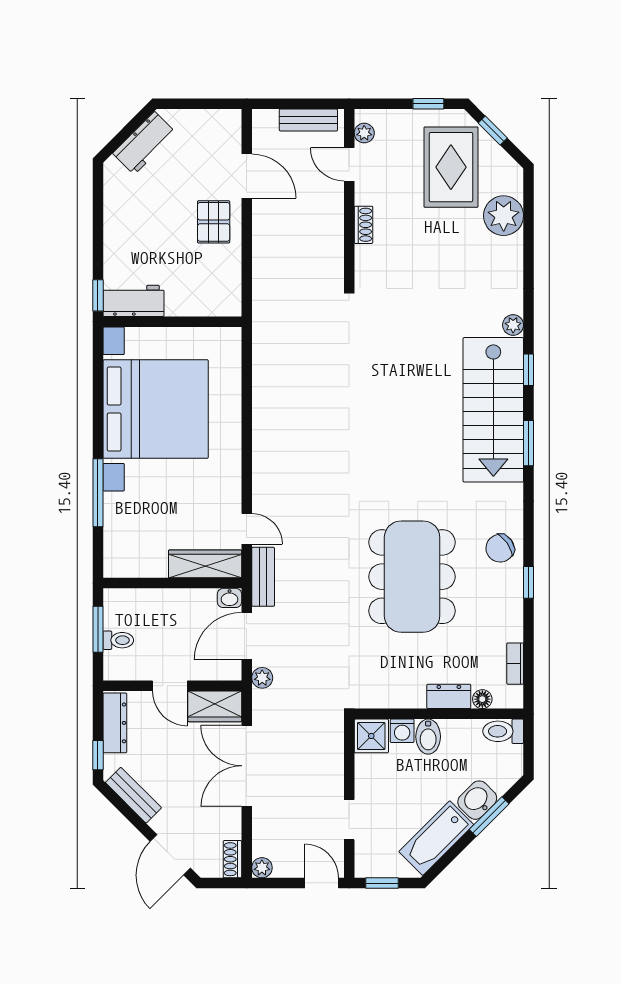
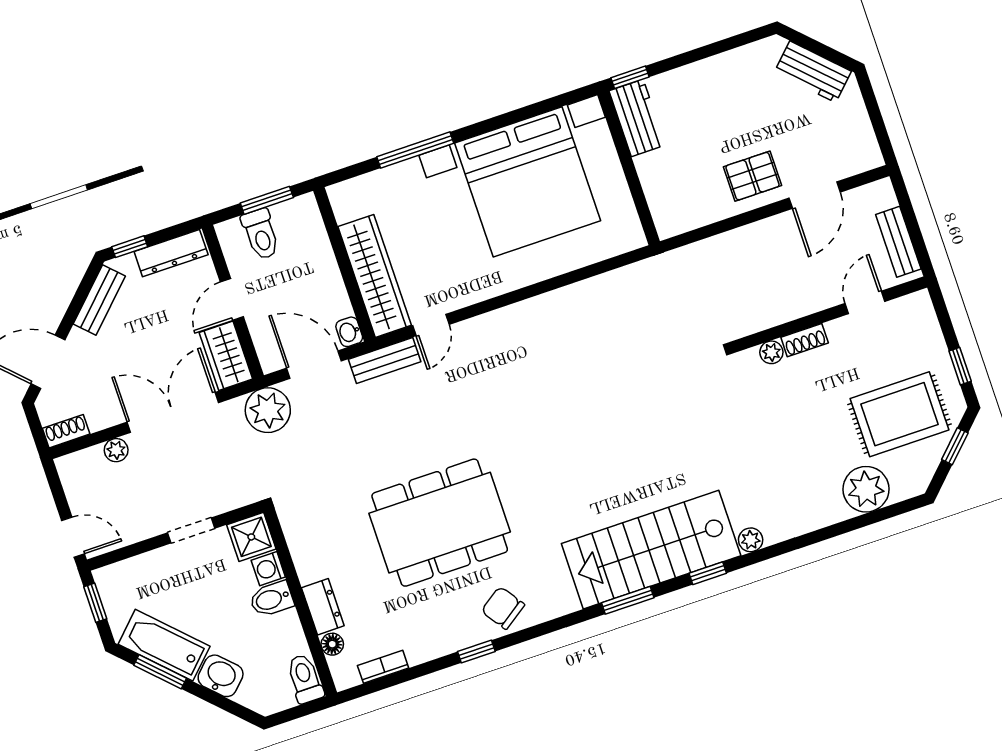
plant: (364, 133) -> (771, 352), moved
wardrobe: (205, 564) -> (375, 276), width x1.40, depth x1.17
toilet: (118, 640) -> (261, 234), width x1.37, depth x1.39
plant: (262, 678) -> (268, 410), width x1.88, depth x1.88
window: (489, 817) -> (160, 672), moved
doorway: (349, 820) -> (191, 530), moved
plant: (262, 868) -> (116, 450), moved
door: (322, 883) -> (73, 537), hinge flipped

